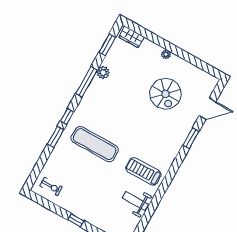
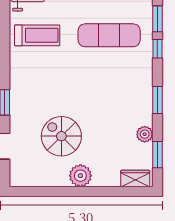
plant: (166, 54) -> (80, 176), width x1.88, depth x1.88
plant: (103, 73) -> (145, 134), moved
window: (86, 82) -> (157, 100), width x0.69

